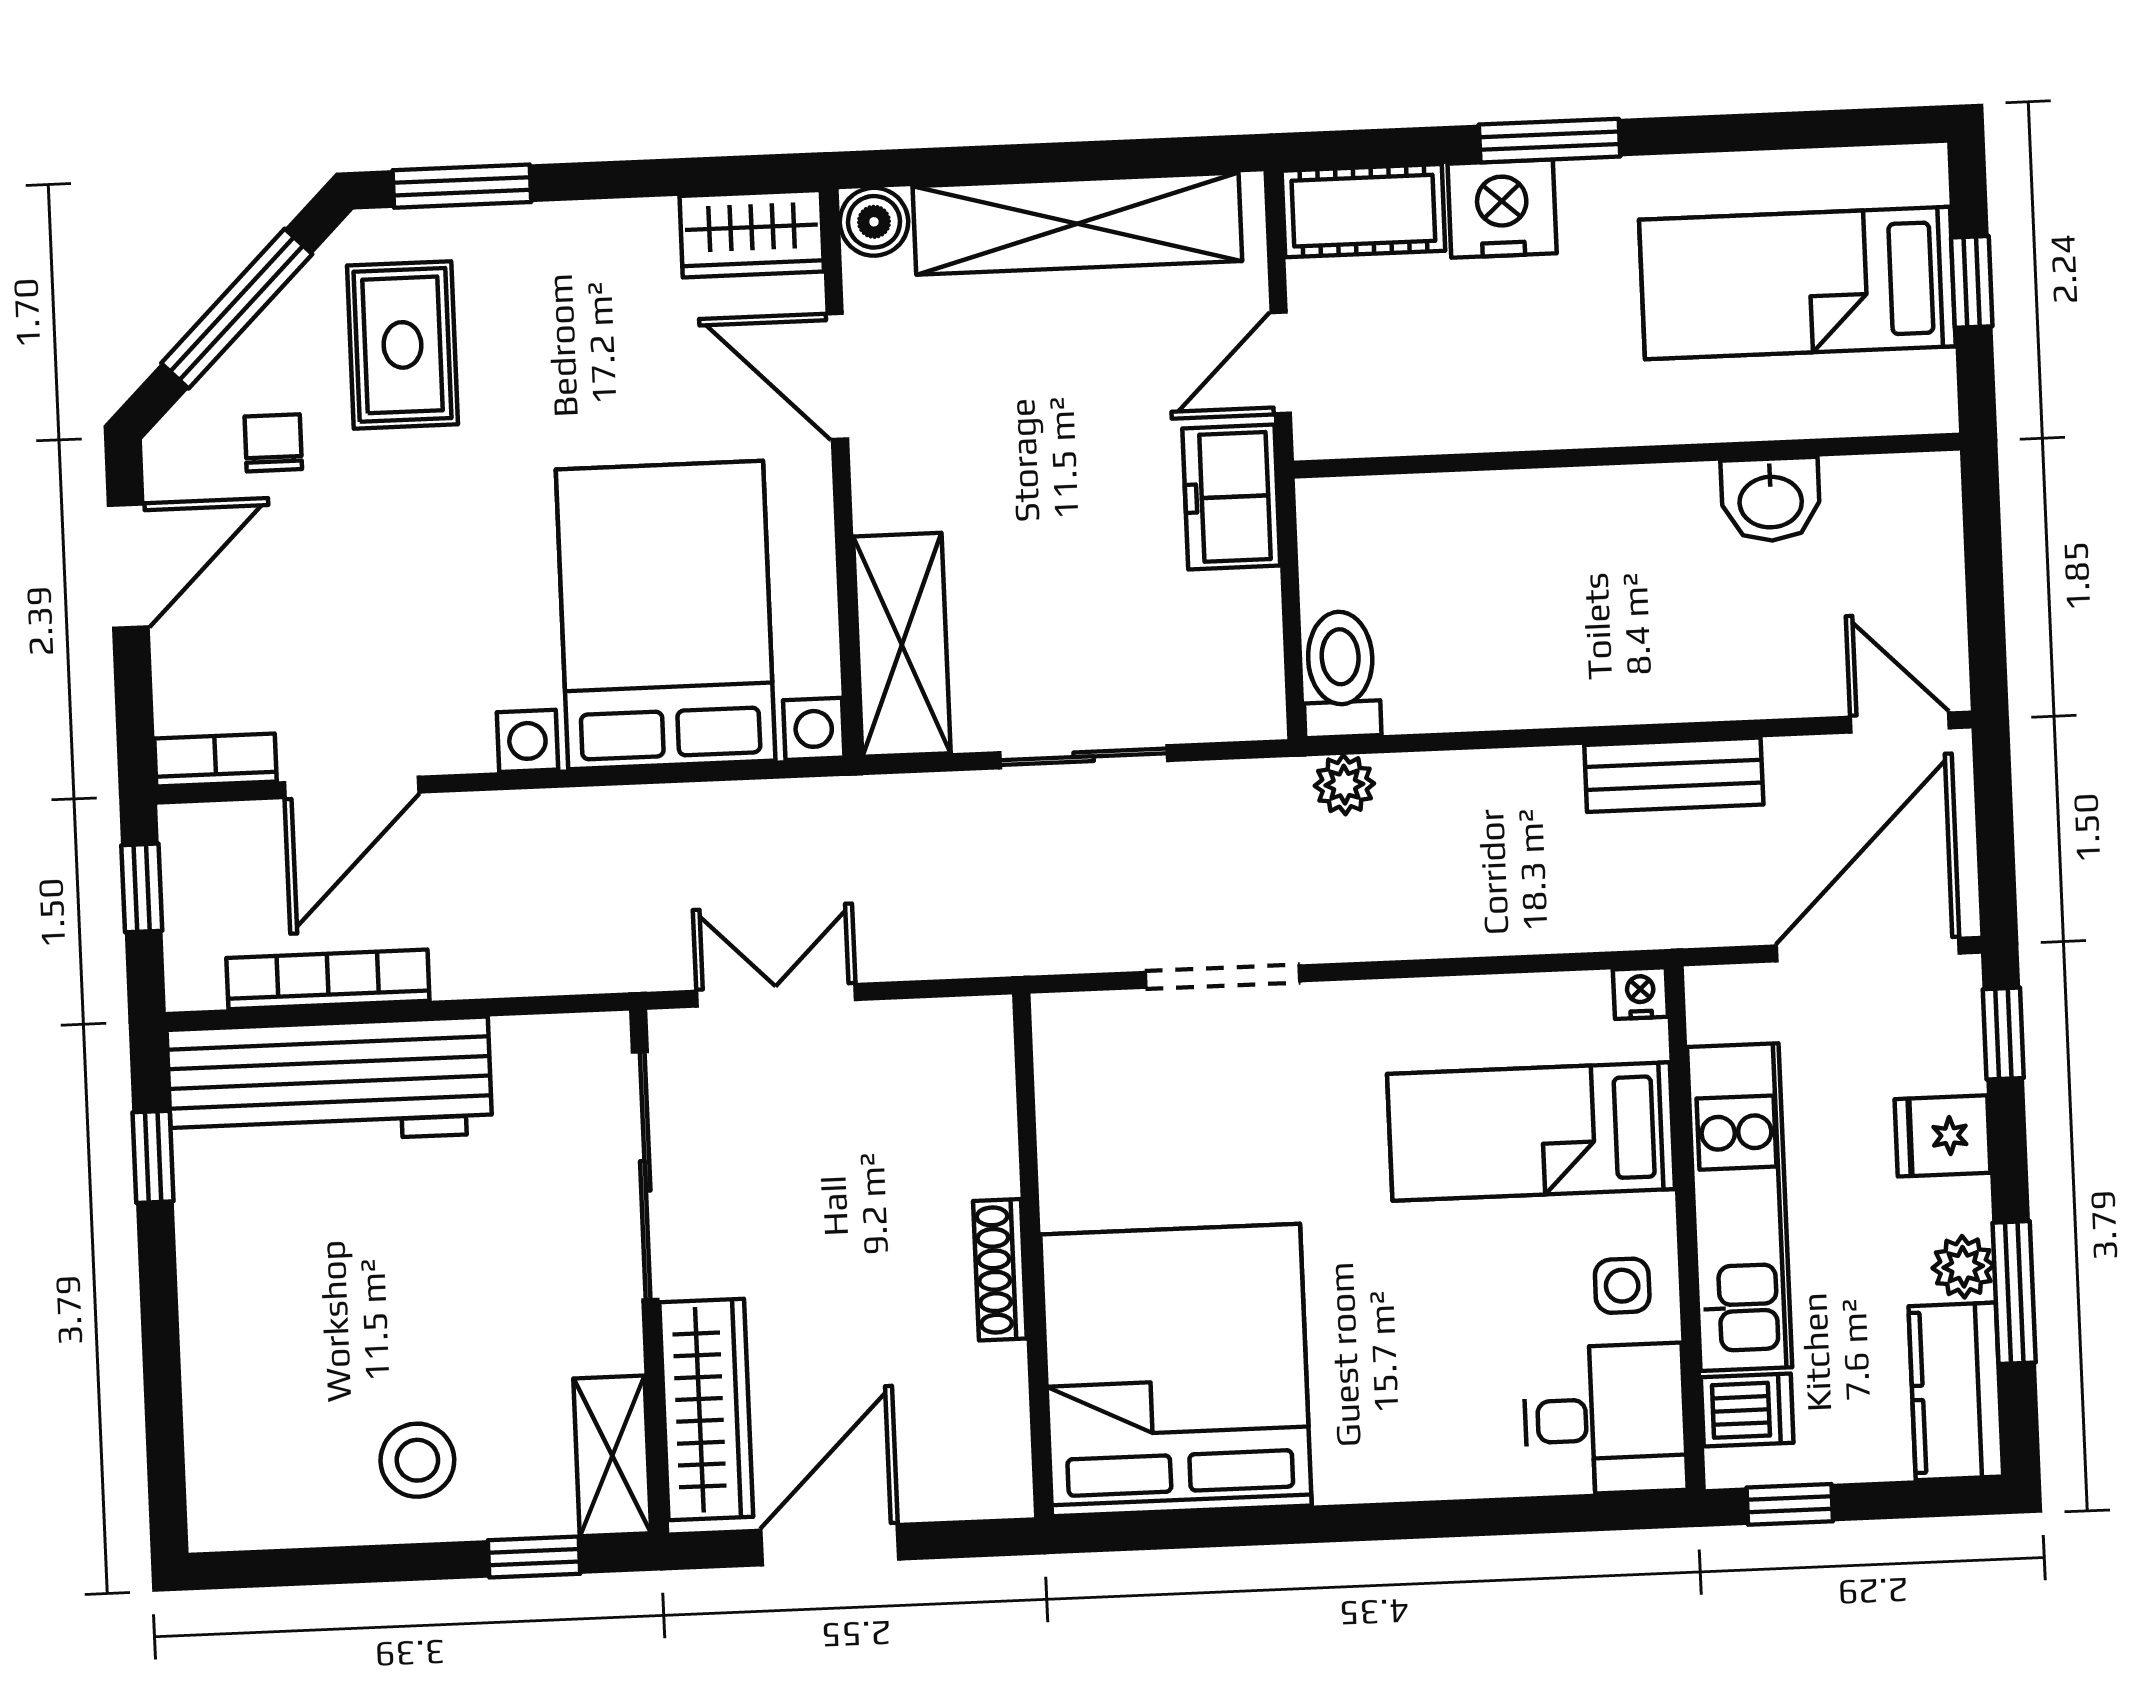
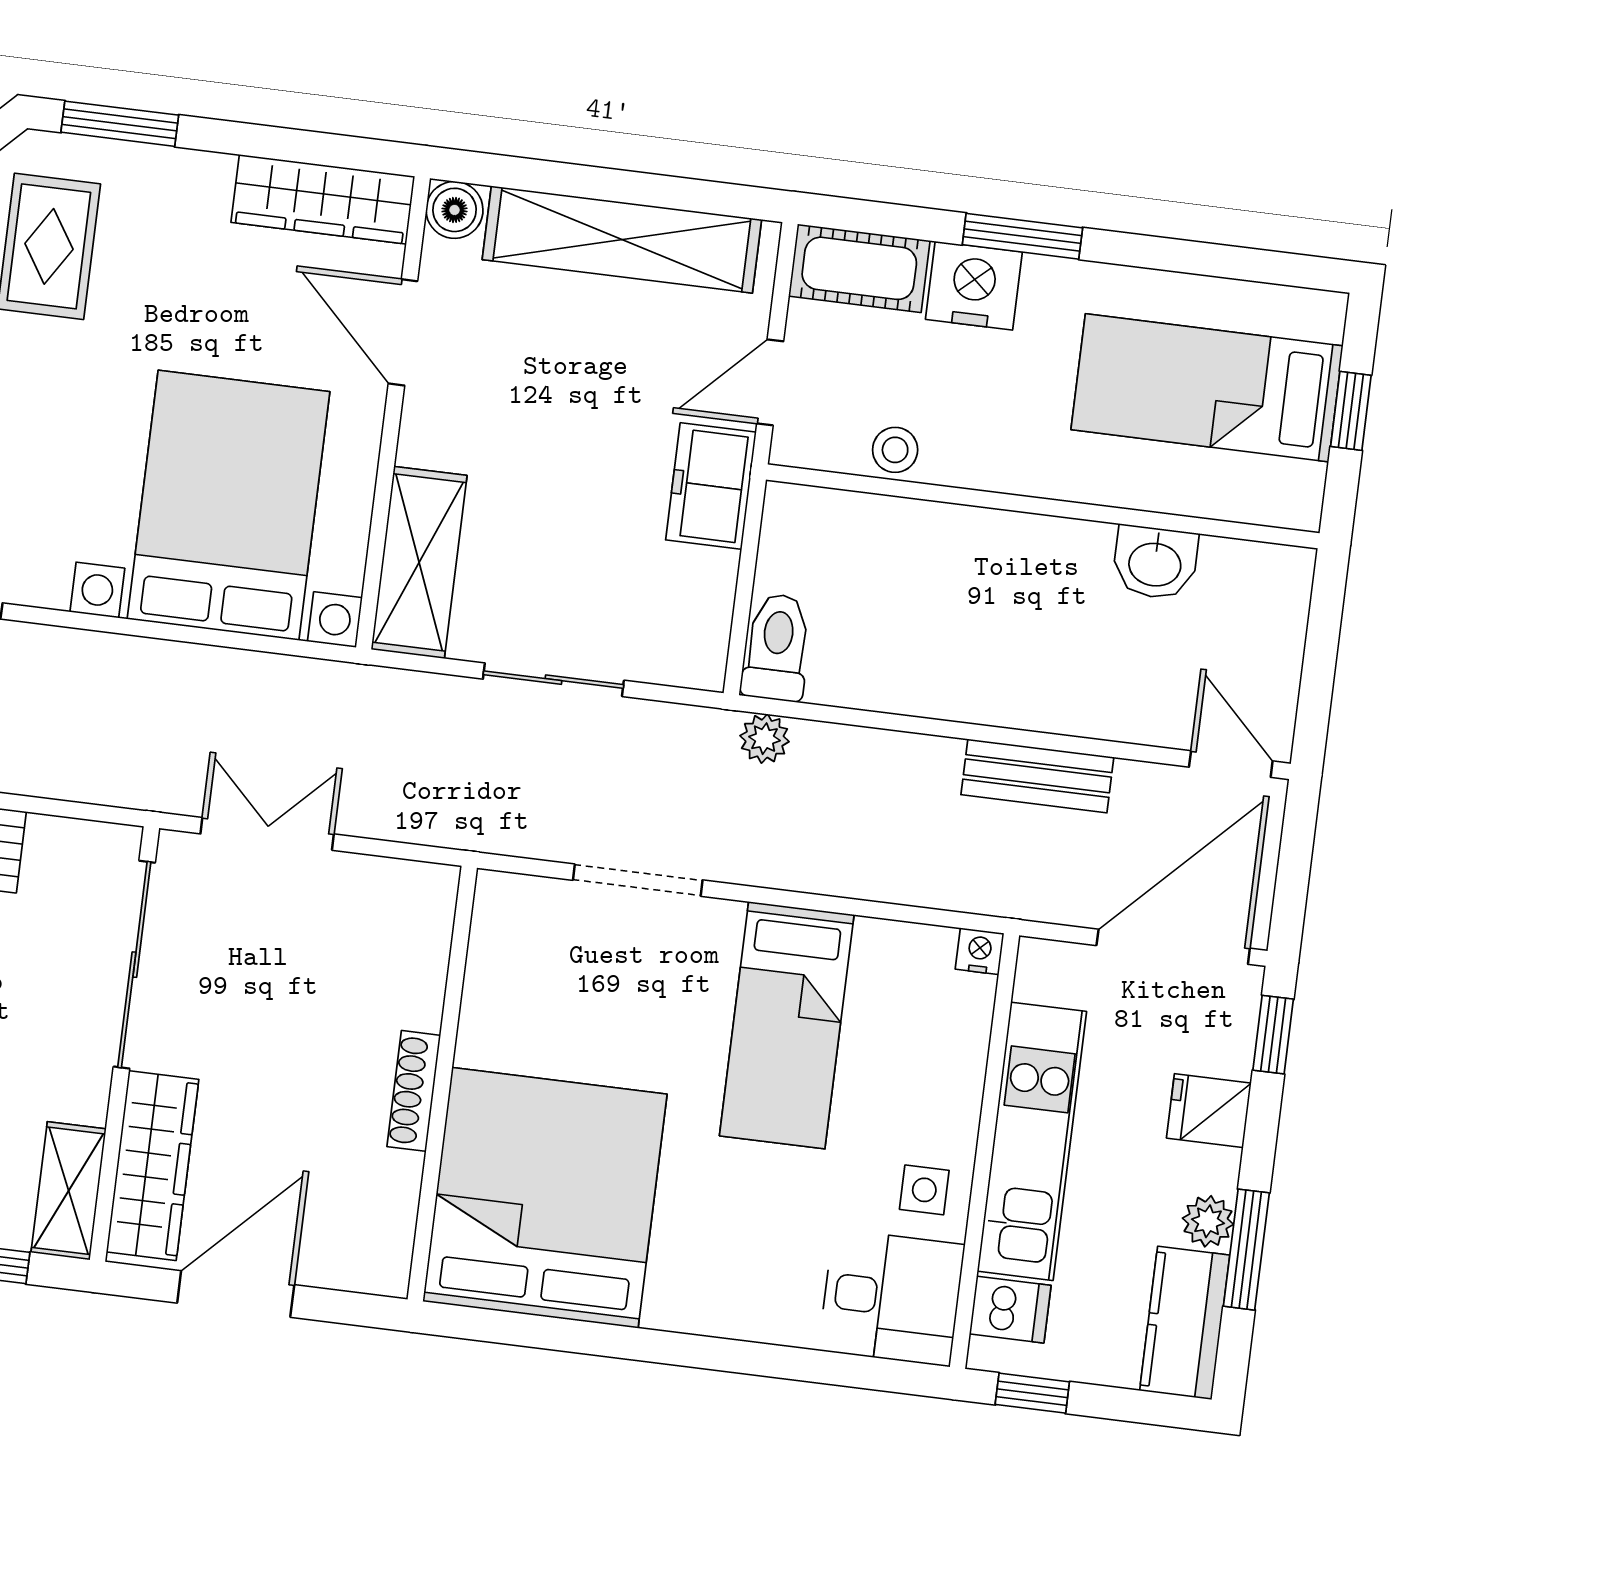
wardrobe: (752, 234) -> (323, 199), width x1.50
stool: (1441, 418) -> (895, 450), added
bed: (1531, 1132) -> (787, 1025), moved, turned -90

